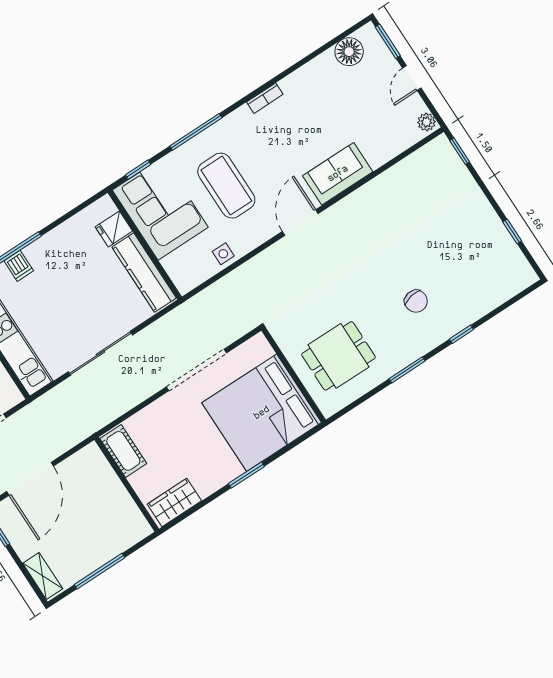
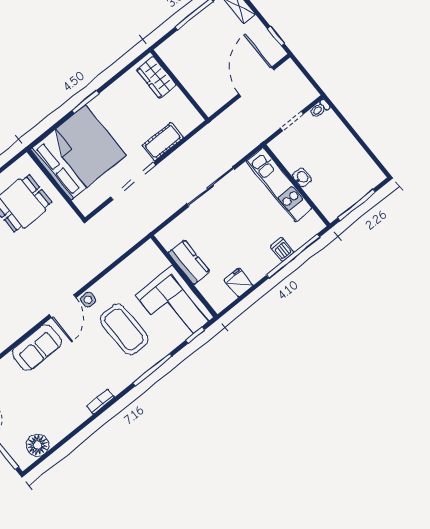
fridge: (114, 229) -> (238, 283), moved, turned -90
side table: (223, 254) -> (88, 300), moved
kitchen counter: (144, 273) -> (189, 262), width x0.67
cot: (123, 451) -> (163, 141), moved, turned 90
wardrobe: (174, 502) -> (156, 77), moved, turned 90

